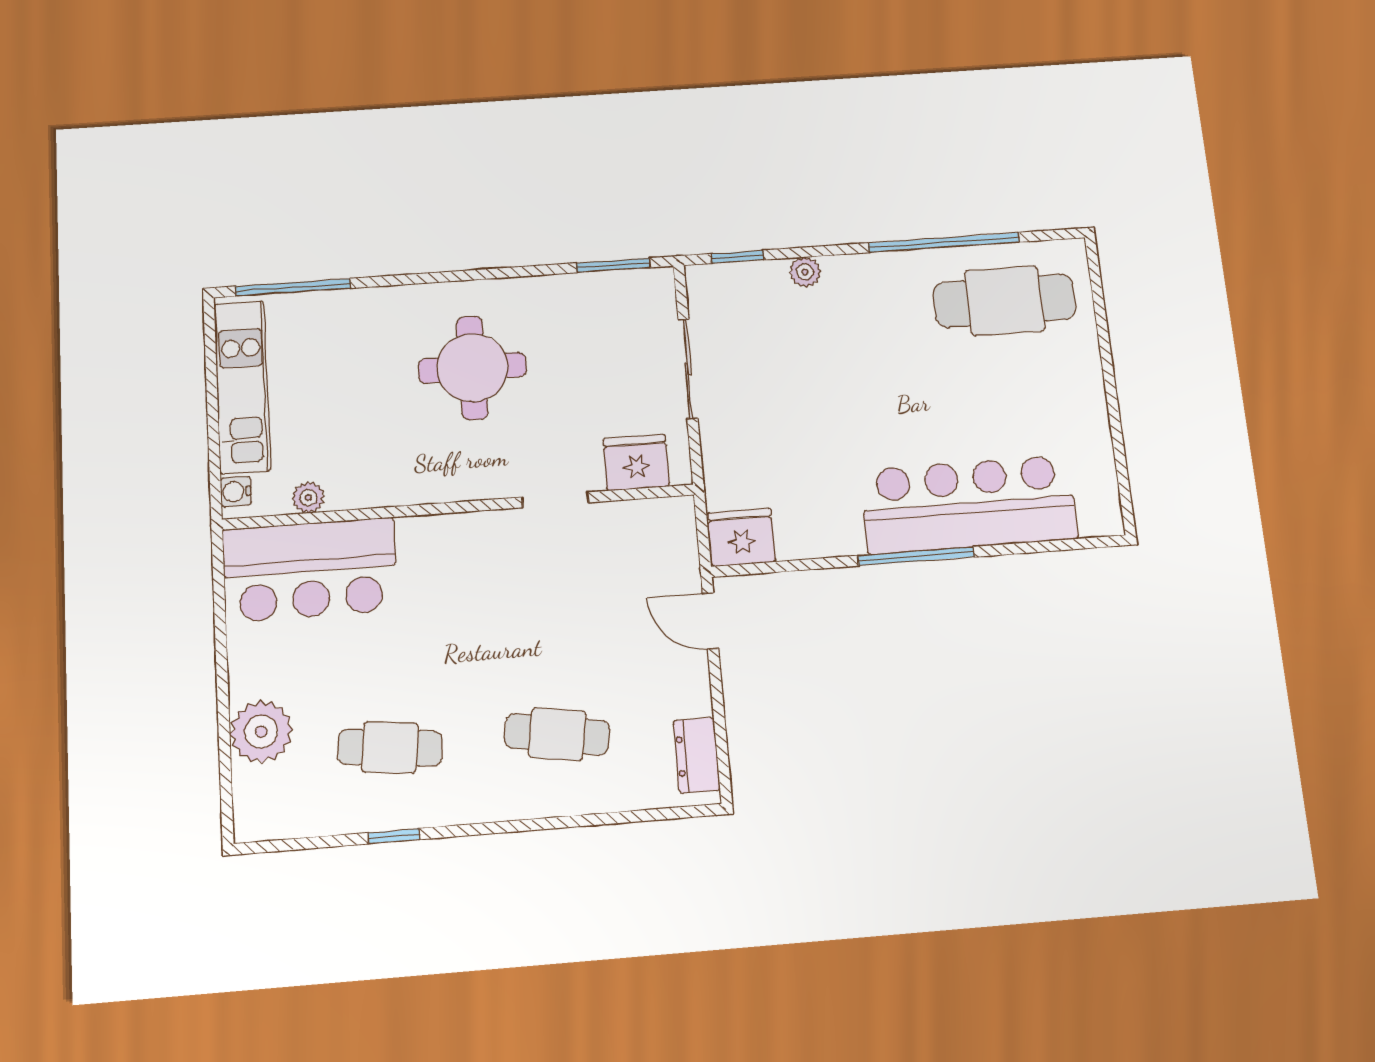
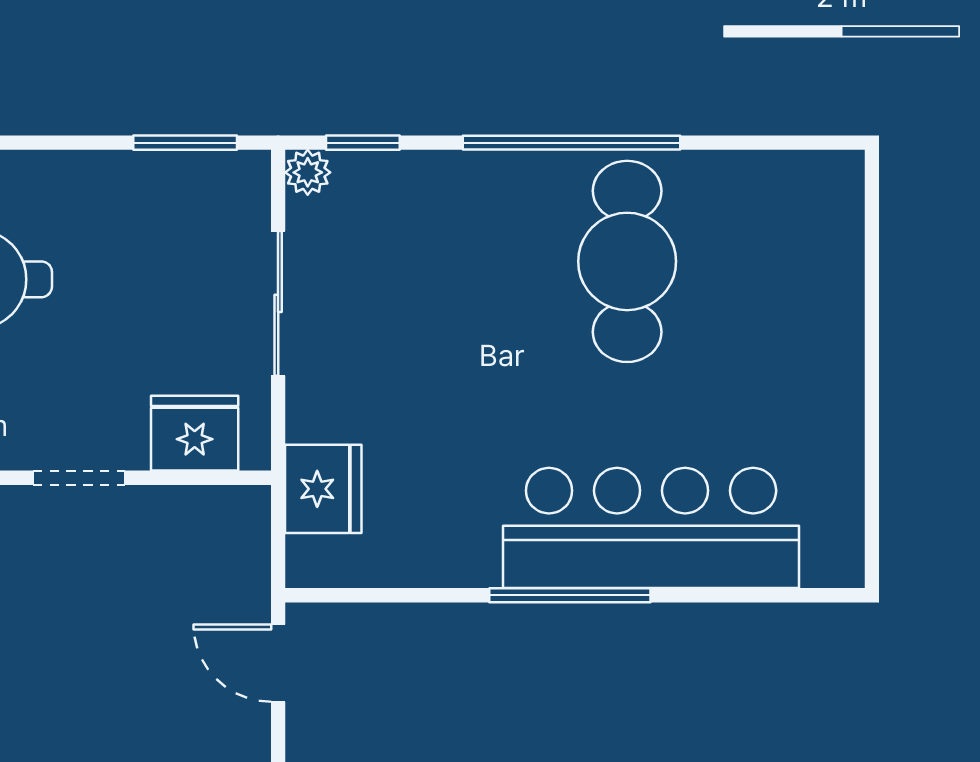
window: (944, 243) -> (571, 143), moved
plant: (805, 272) -> (308, 172), moved
cafe table: (1005, 301) -> (627, 261), moved, turned 90
fridge: (742, 537) -> (323, 489), moved, turned 90

